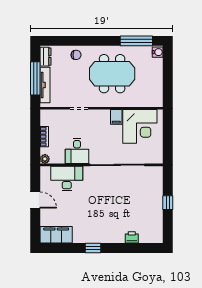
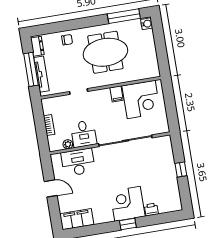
plant: (45, 159) -> (68, 144), moved
corner desk: (109, 228) -> (128, 204), added
window: (93, 248) -> (128, 224), moved

